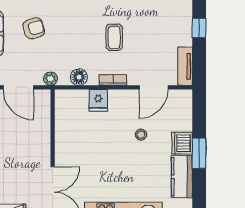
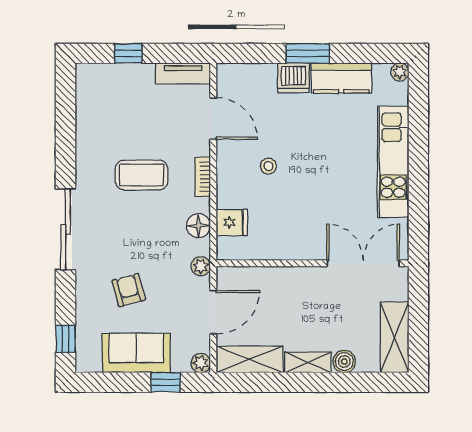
coffee table: (114, 37) -> (142, 175), width x1.36, depth x1.30
fridge: (98, 100) -> (232, 222), moved
stool: (141, 135) -> (268, 166), moved

